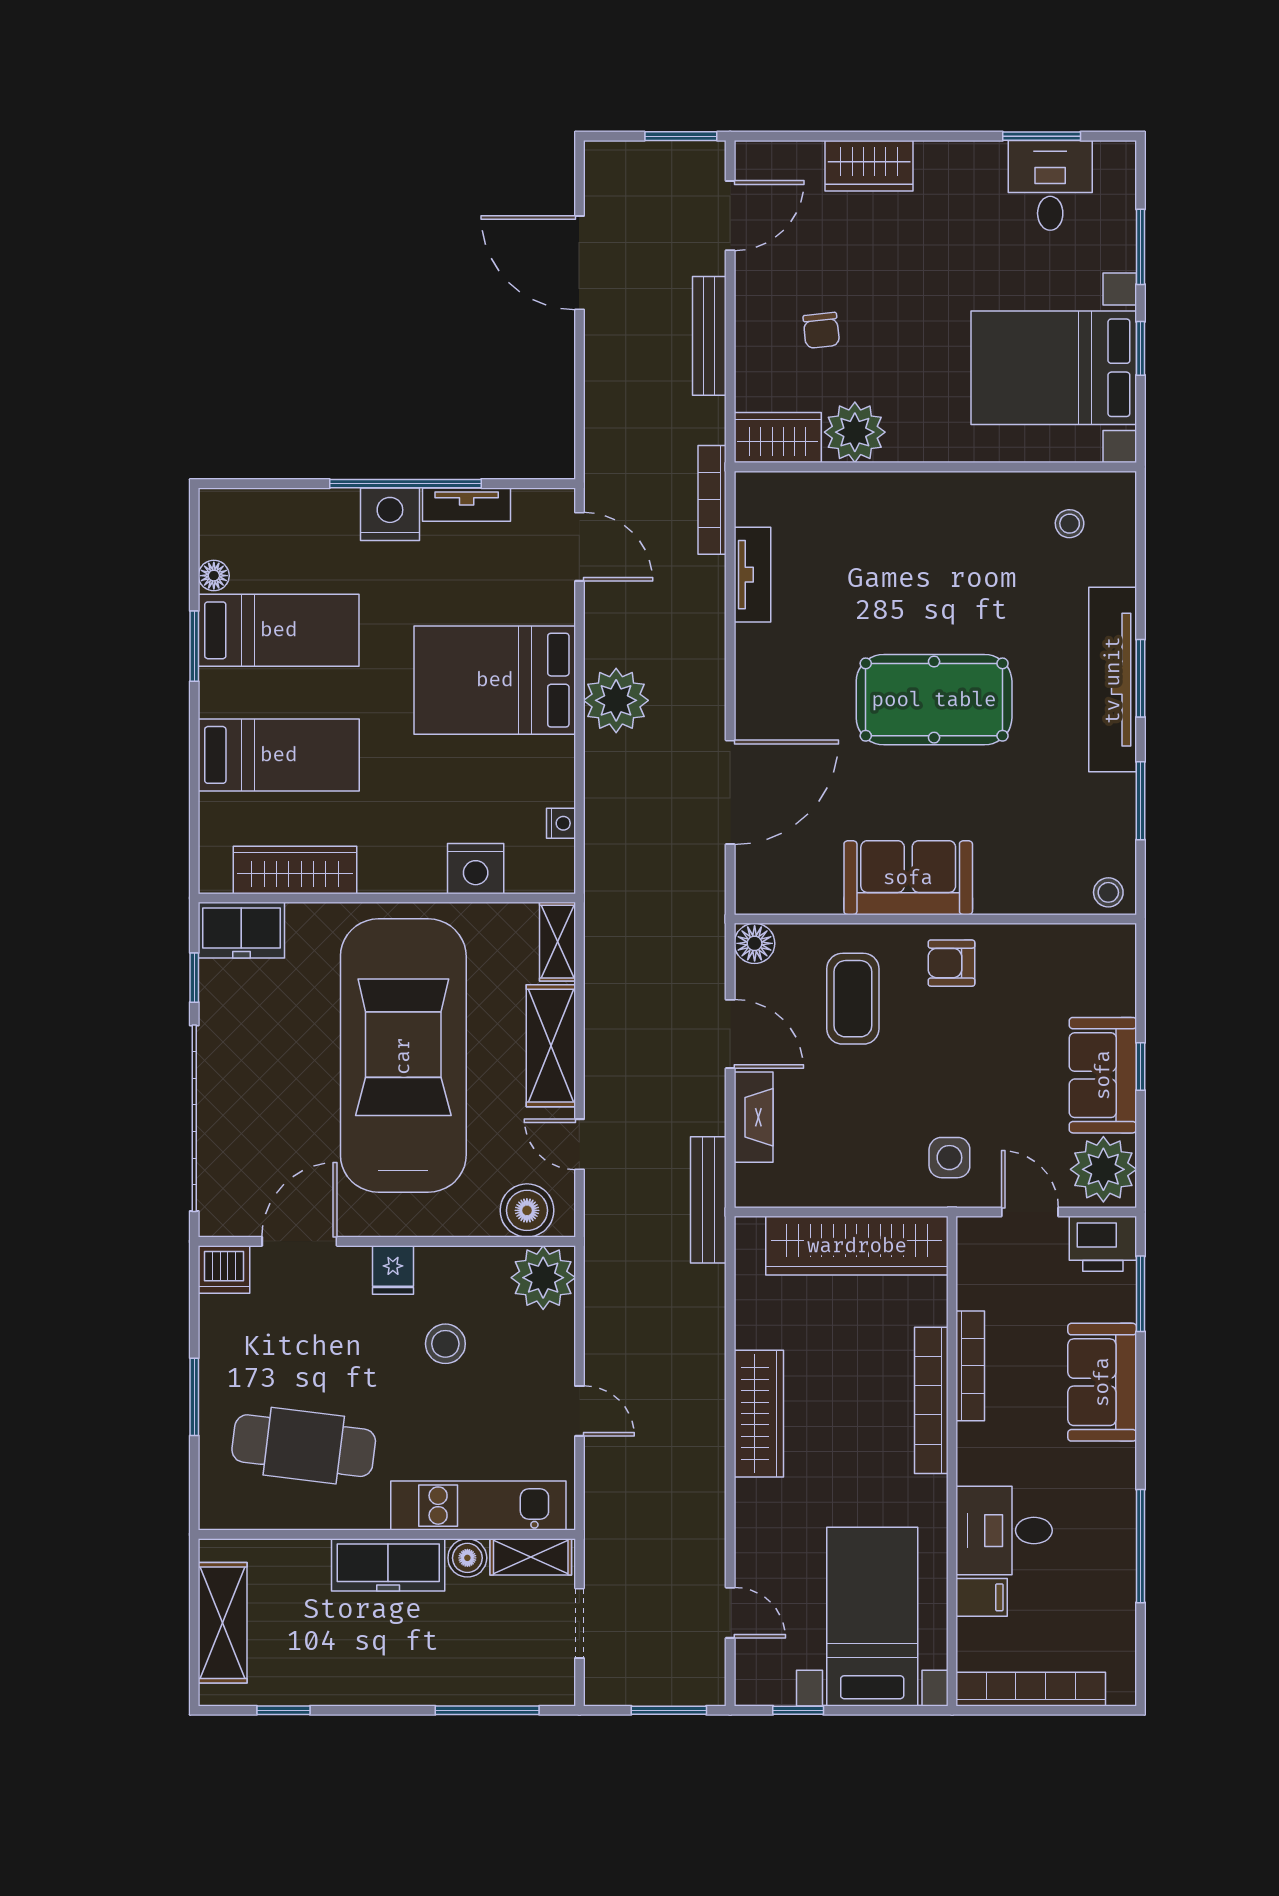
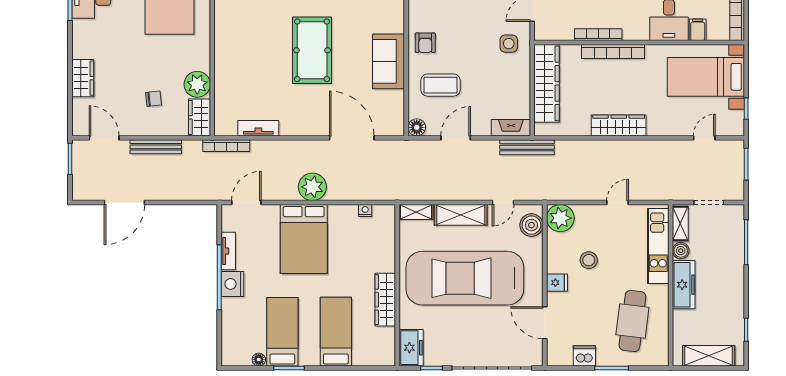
nightstand: (476, 869) -> (385, 247), removed
wardrobe: (295, 870) -> (385, 300), moved
fireplace: (754, 1117) -> (511, 128), moved
dishwasher: (224, 1269) -> (584, 356), moved, turned -90

